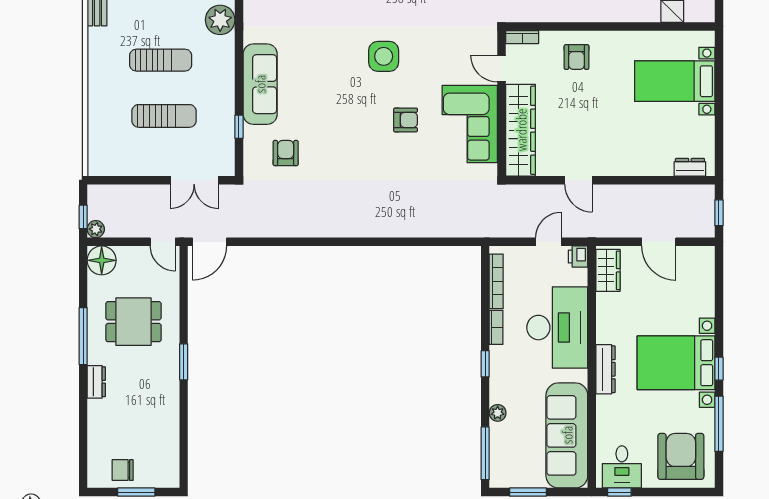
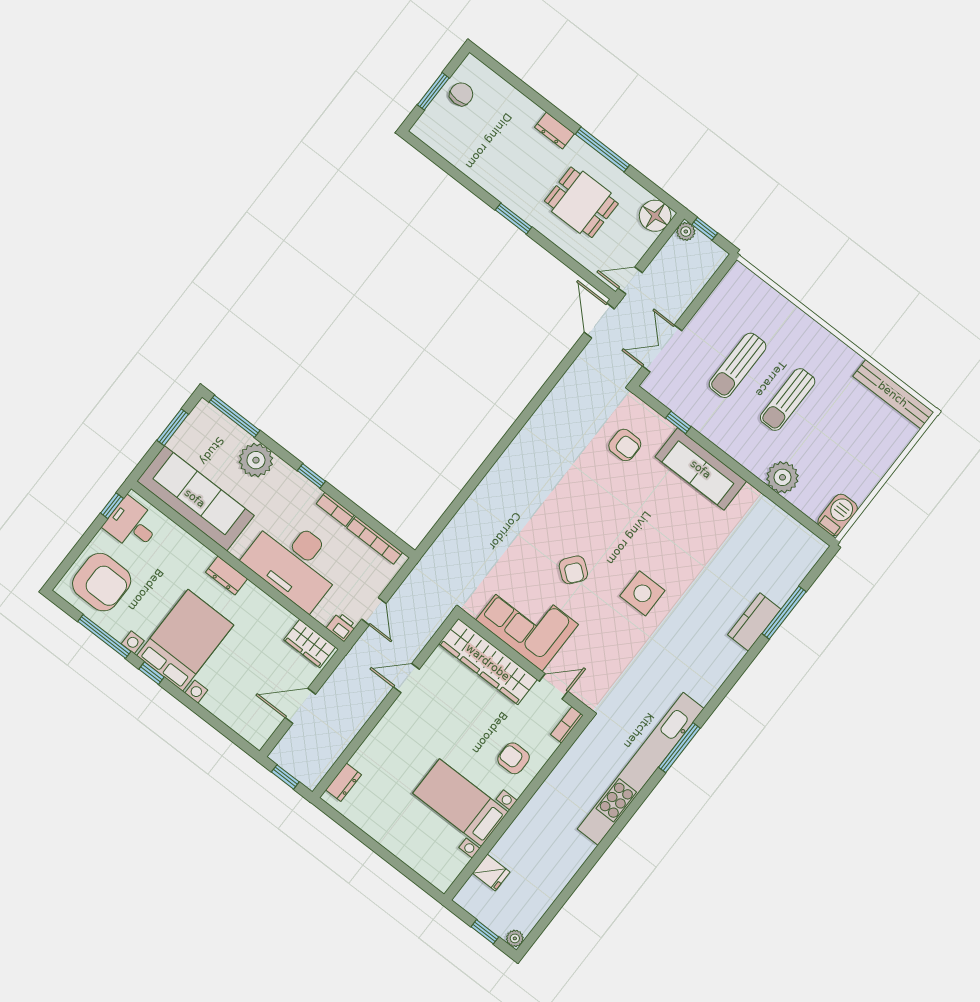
bed with nightstands: (675, 81) -> (461, 803), moved, turned -90
armchair: (406, 120) -> (573, 570), turned -52
dining table: (133, 322) -> (581, 202), turned 90
dresser: (606, 369) -> (226, 575), width x0.70
plant: (498, 413) -> (256, 460), width x1.88, depth x1.88

